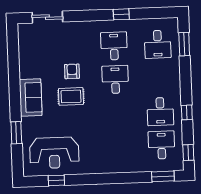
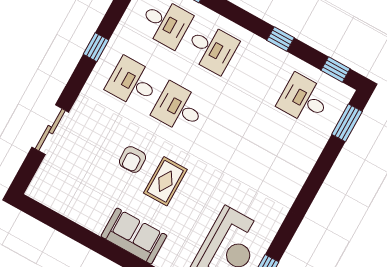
sliding door: (47, 17) -> (50, 130), moved
armchair: (72, 71) -> (132, 159), turned -92
desk: (160, 111) -> (212, 48), moved

